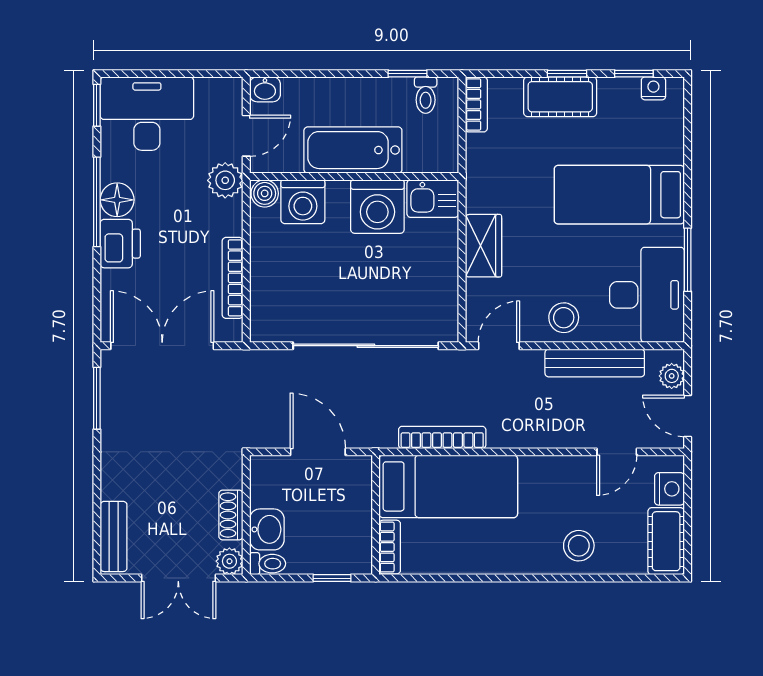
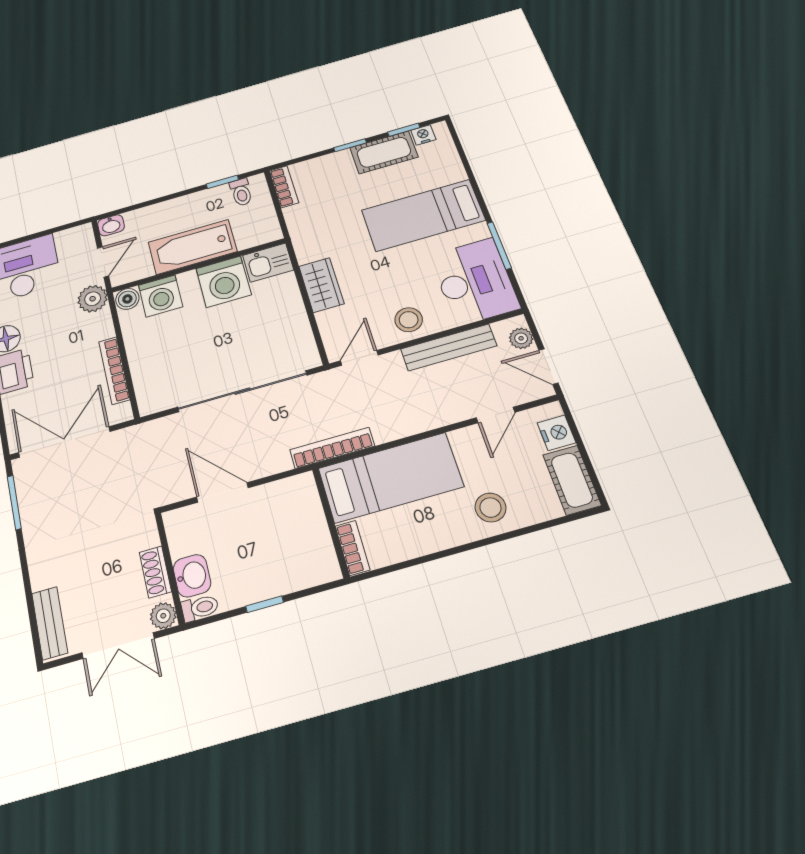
cot: (560, 97) -> (384, 152), moved
bed: (448, 486) -> (390, 478), moved
wall: (376, 515) -> (331, 522), moved
bookcase: (390, 547) -> (353, 548), moved

